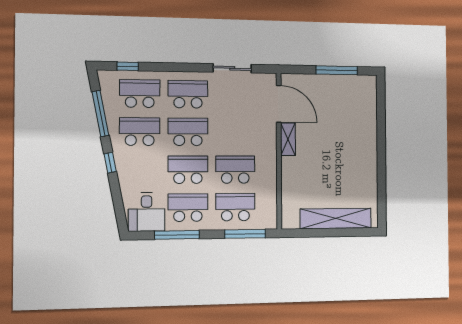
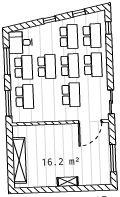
sliding door: (232, 68) -> (111, 102), moved
window: (100, 114) -> (79, 13), width x0.46
shelving: (288, 139) -> (68, 182), moved
school desk: (235, 170) -> (71, 95), moved

